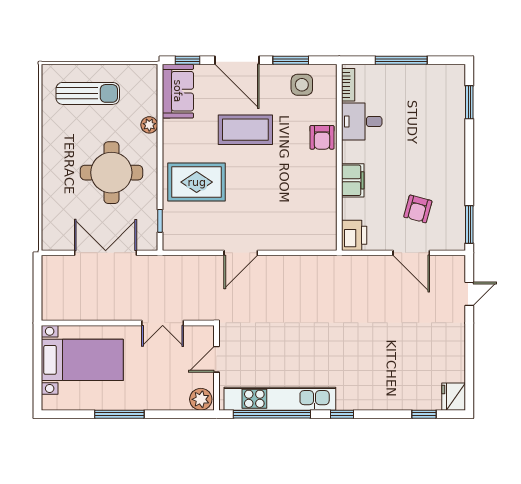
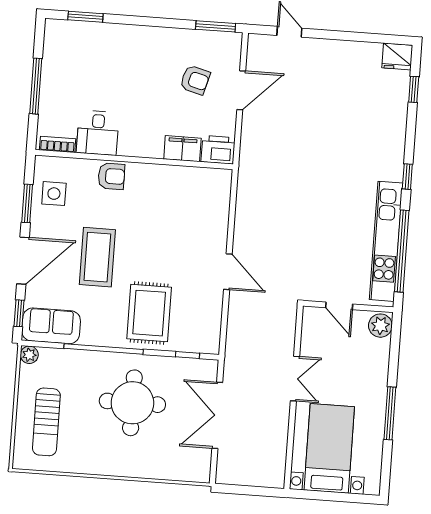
sun lounger: (88, 93) -> (46, 422), turned 180
plant: (149, 125) -> (29, 355), moved
window: (160, 142) -> (104, 349), added
filing cabinet: (353, 180) -> (182, 149), moved
double door: (163, 323) -> (295, 379), moved

